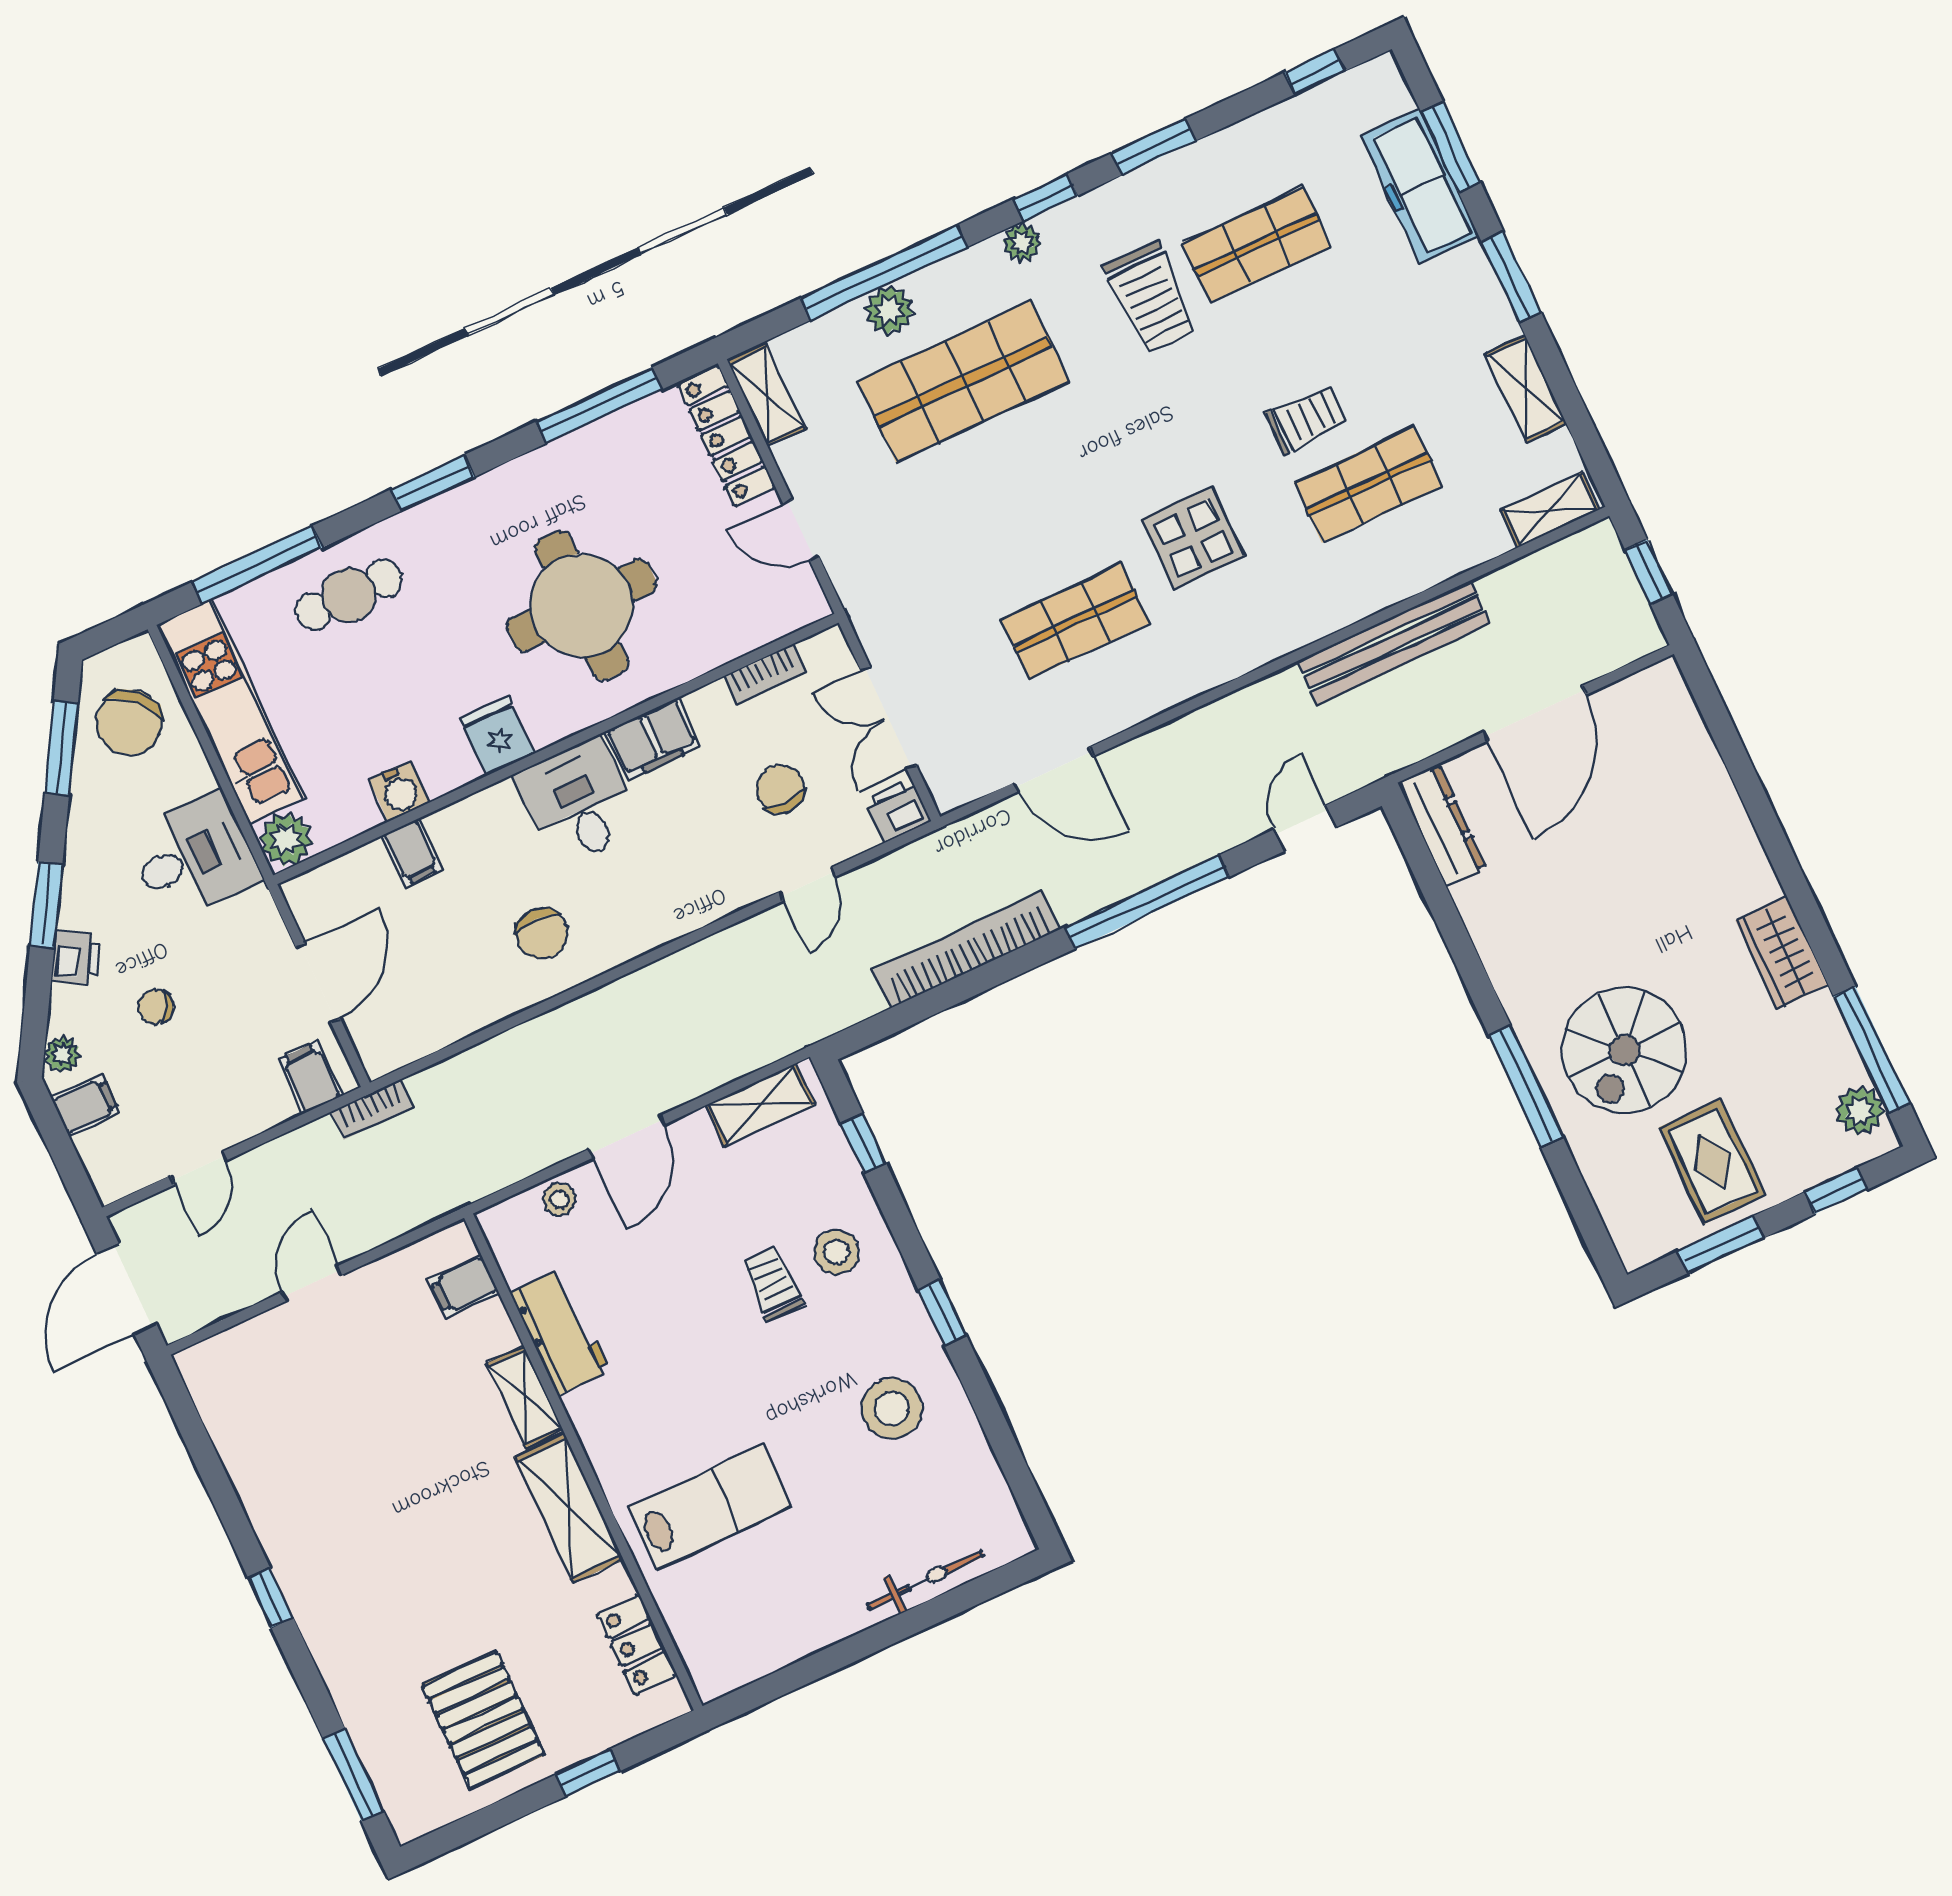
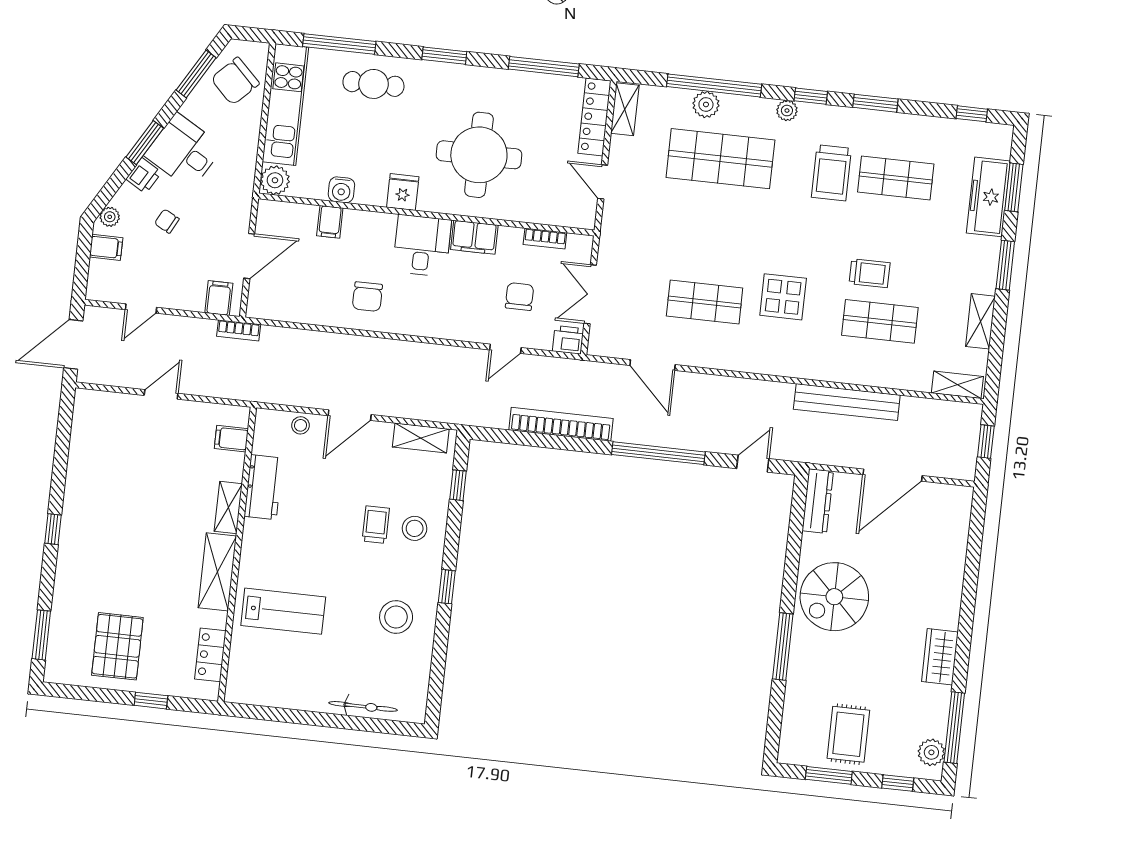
desk: (193, 857) -> (184, 151), moved, turned -150
spiral stairs: (1624, 1050) -> (834, 597), moved

